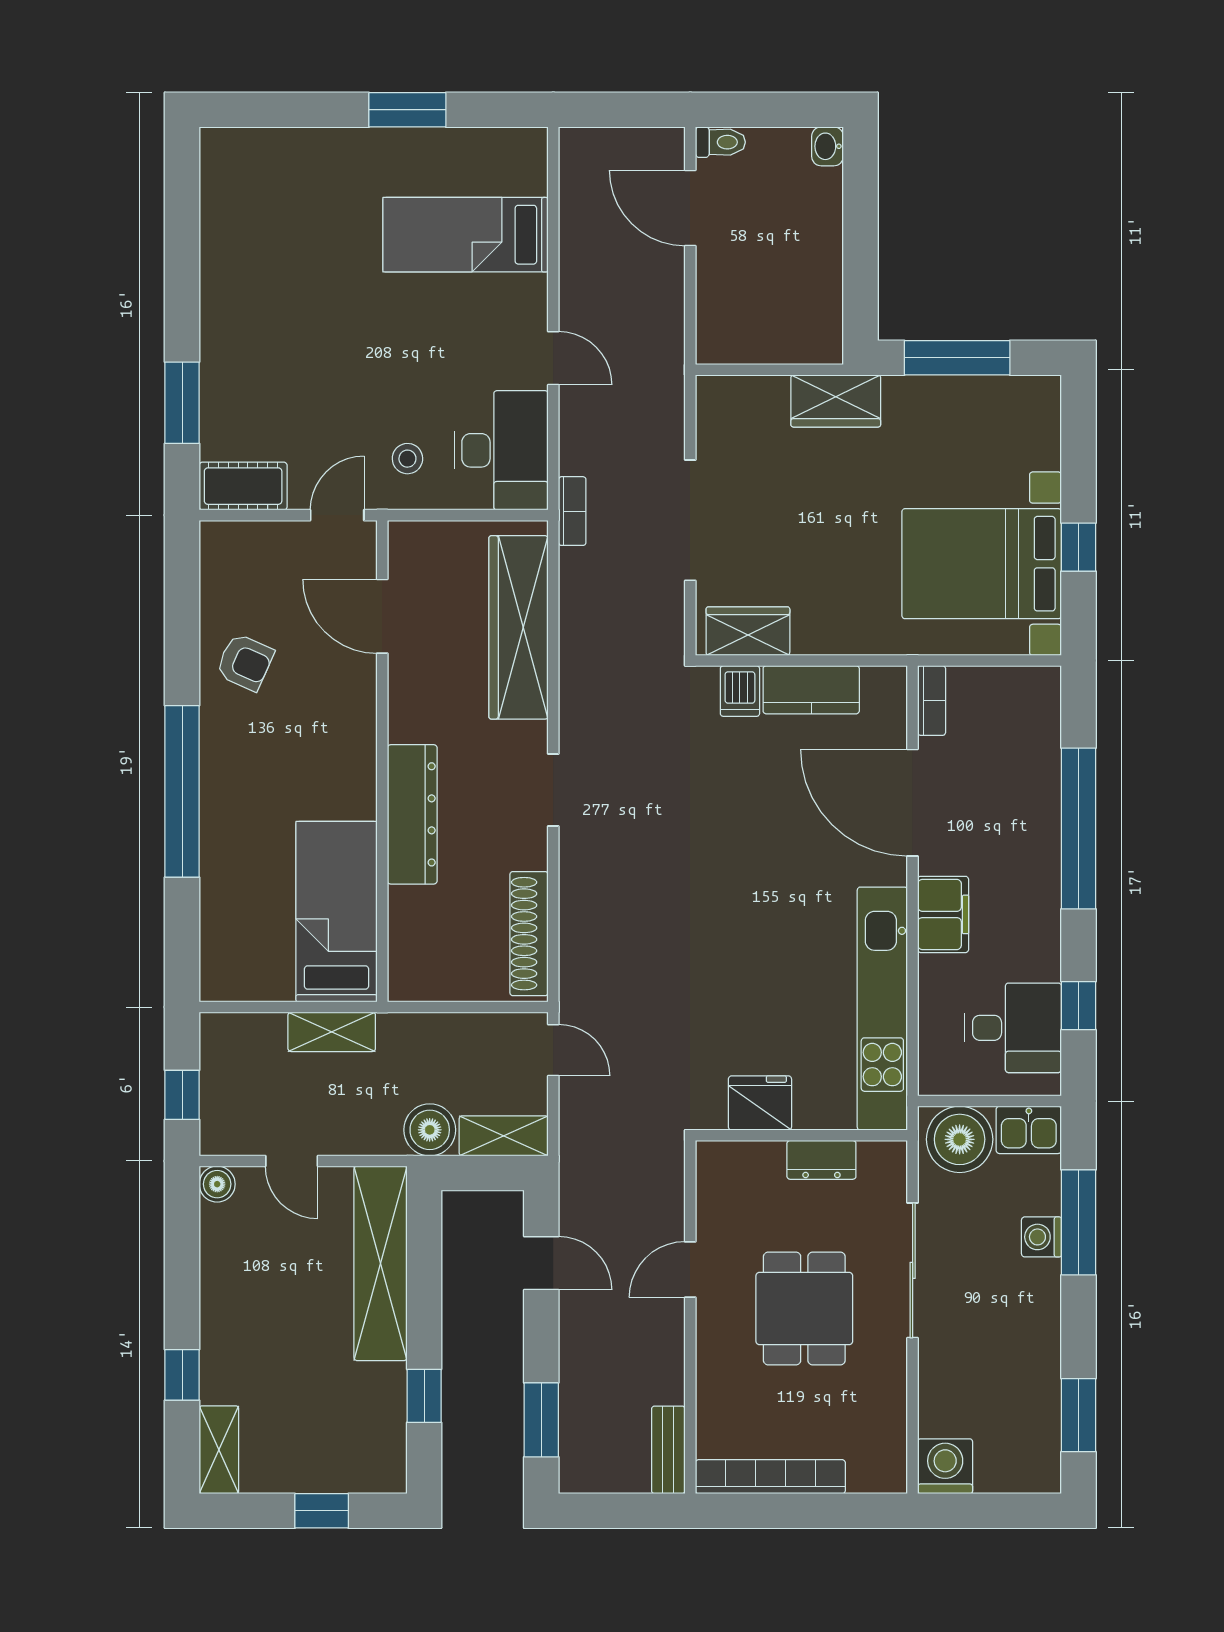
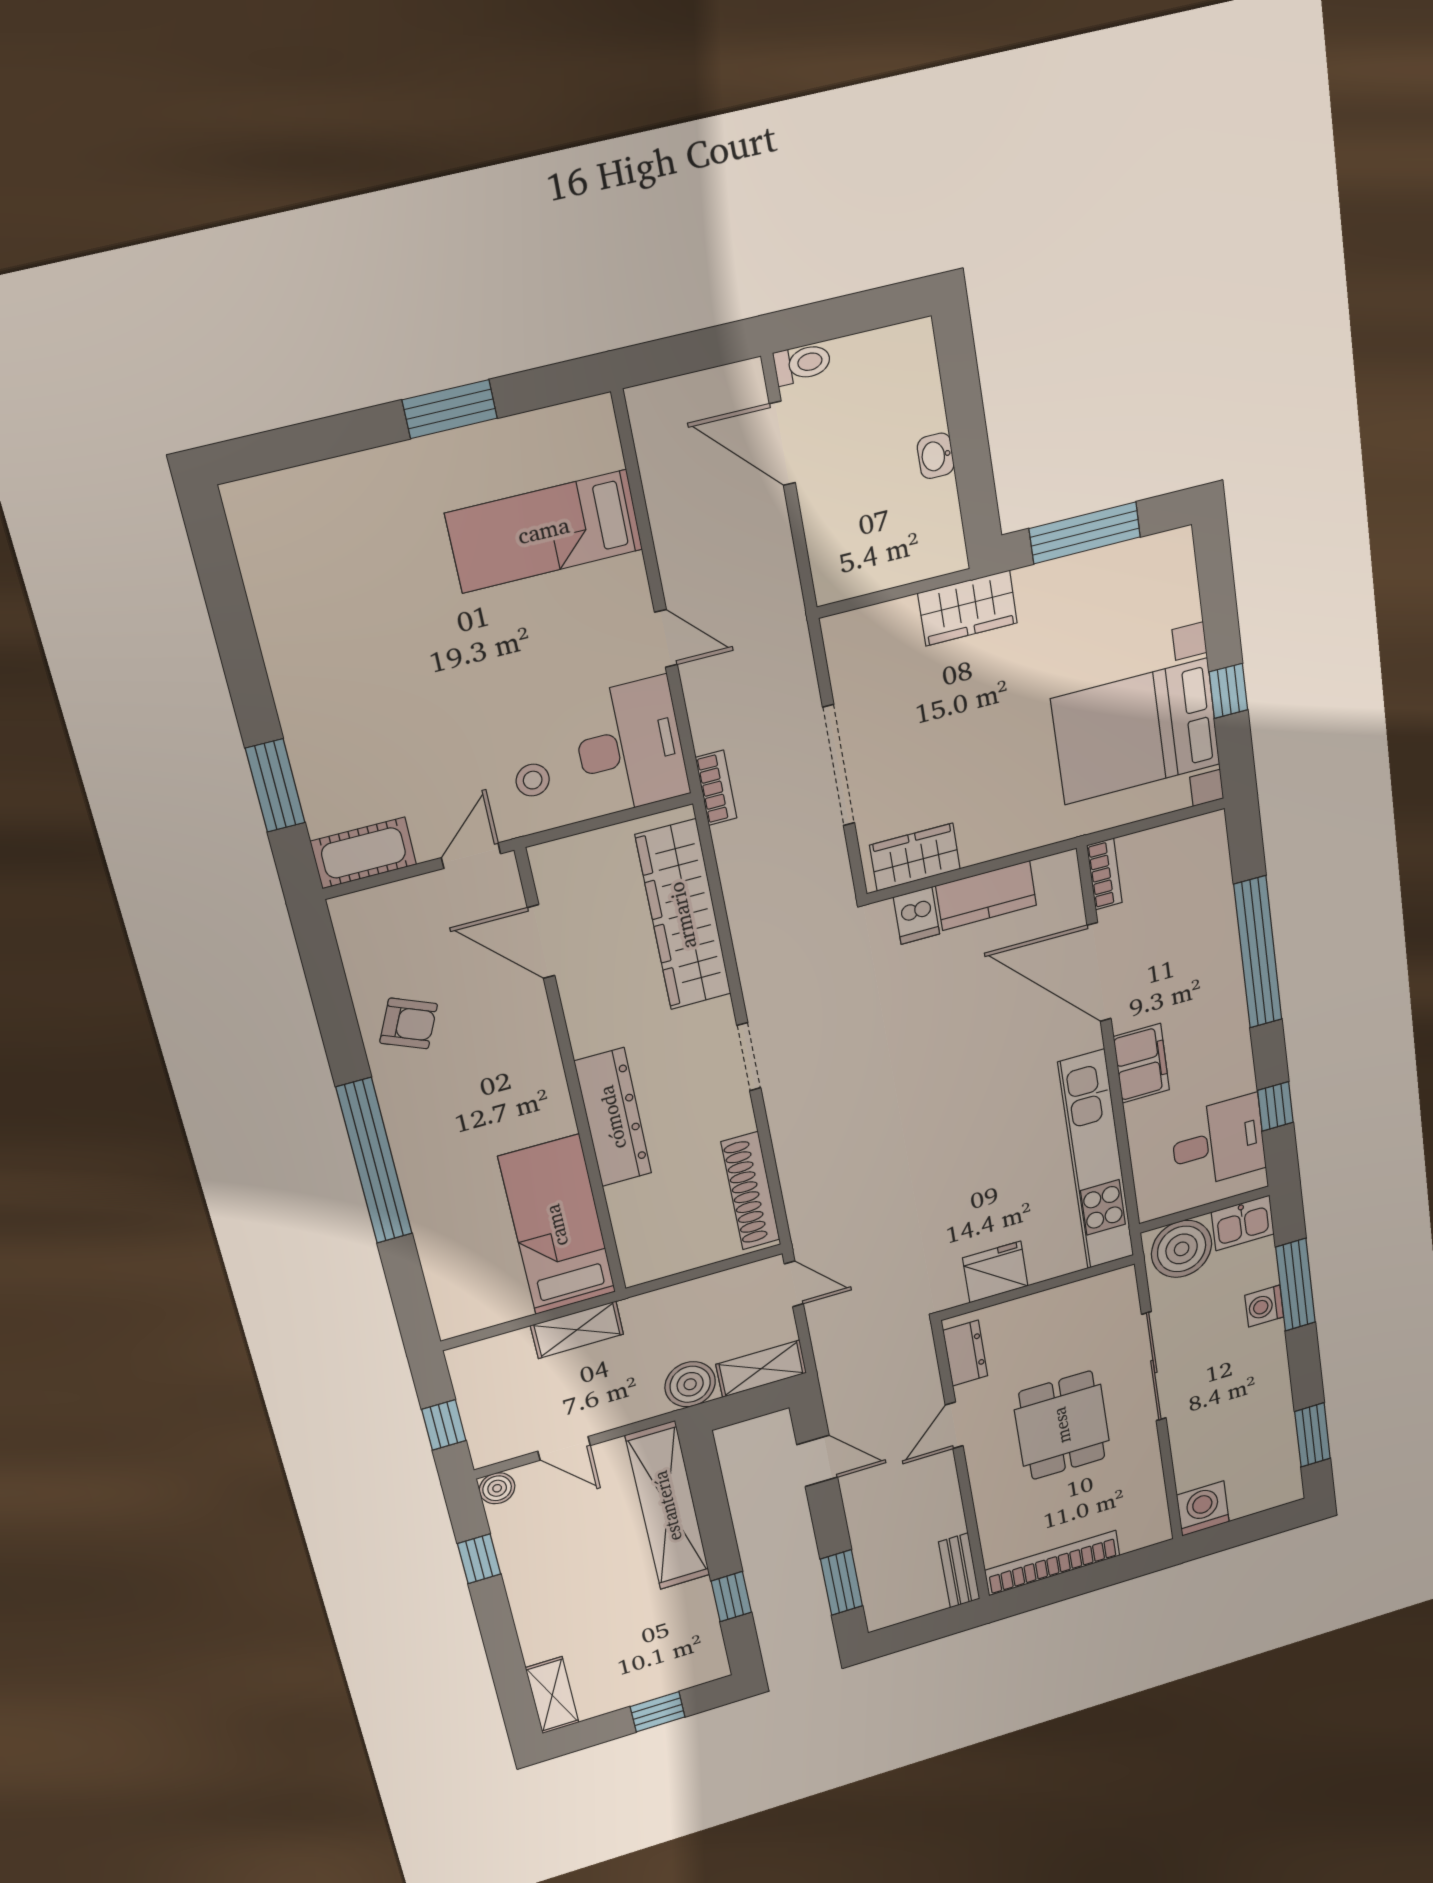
washbasin: (828, 146) -> (936, 456), moved
dresser: (821, 1160) -> (965, 1353), moved, turned -90
window: (182, 1375) -> (479, 1559), moved

